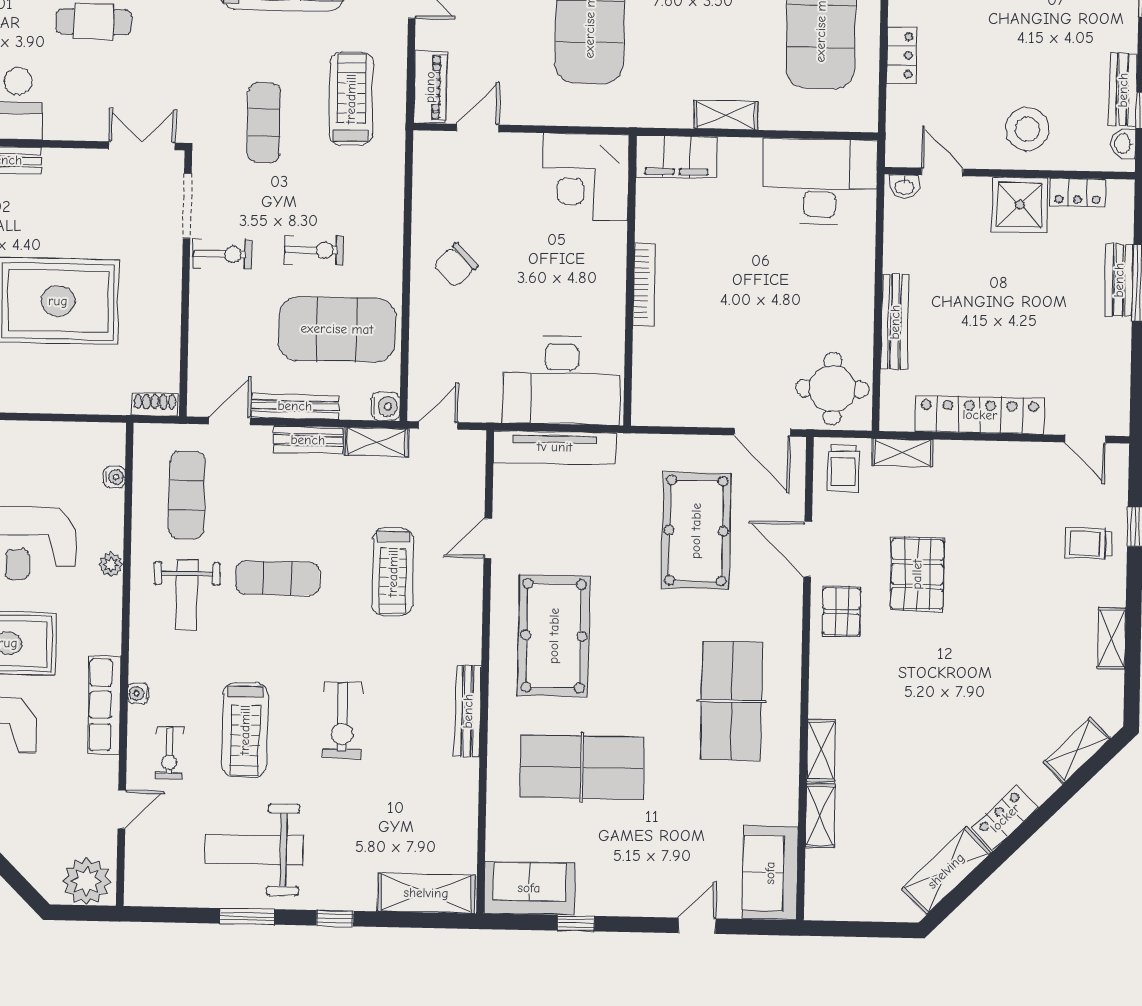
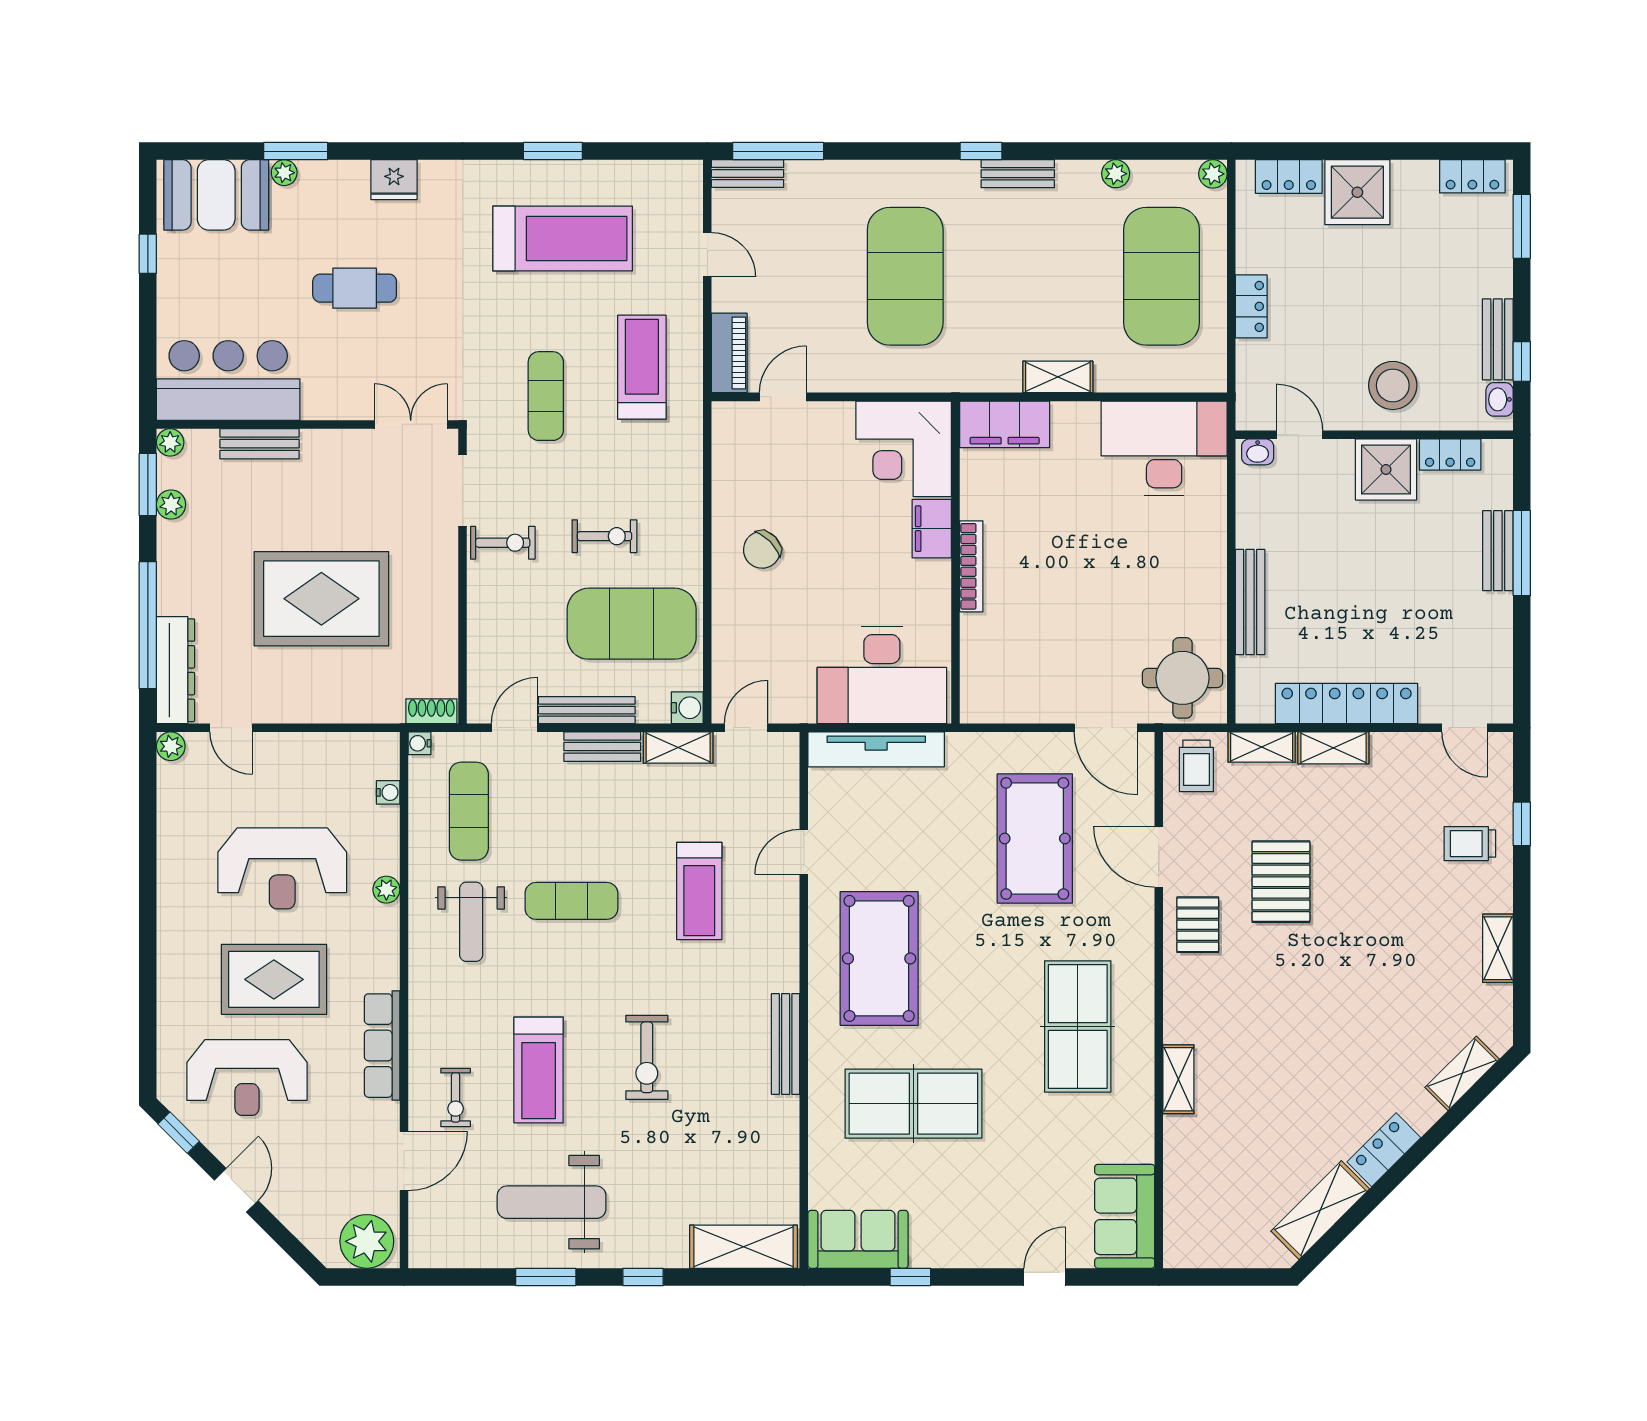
filing cabinet: (609, 249) -> (932, 529), added
water cooler: (138, 693) -> (419, 743), moved
door: (122, 809) -> (404, 1161), width x1.38
shelving: (820, 816) -> (1333, 748), moved, turned 90

